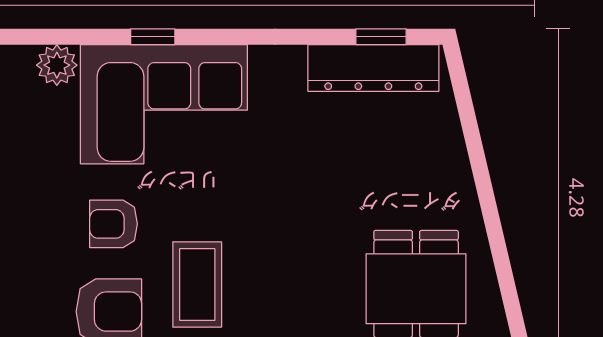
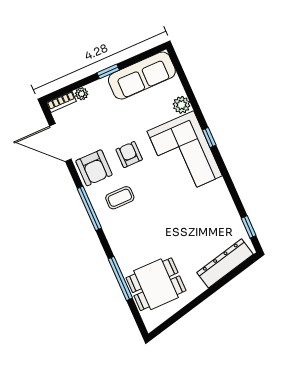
dresser: (373, 68) -> (225, 263), moved, turned 77
coffee table: (197, 285) -> (120, 198), width x0.73, depth x0.77

